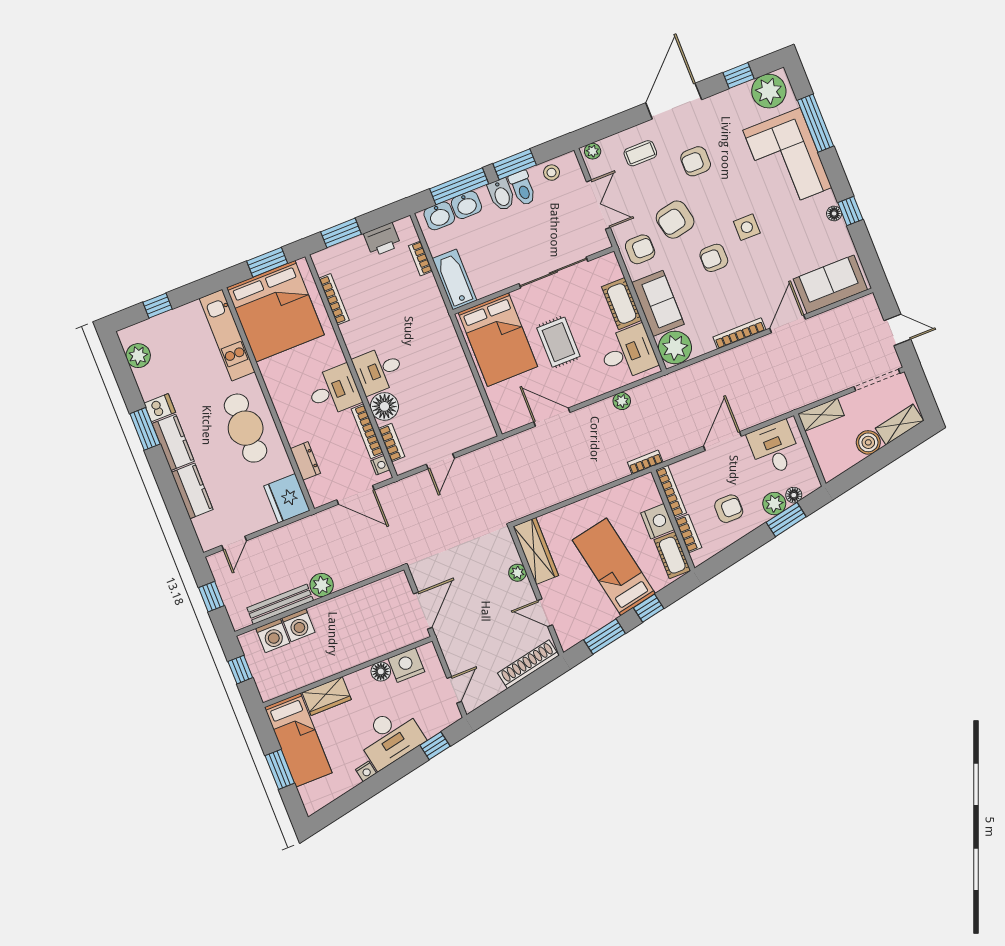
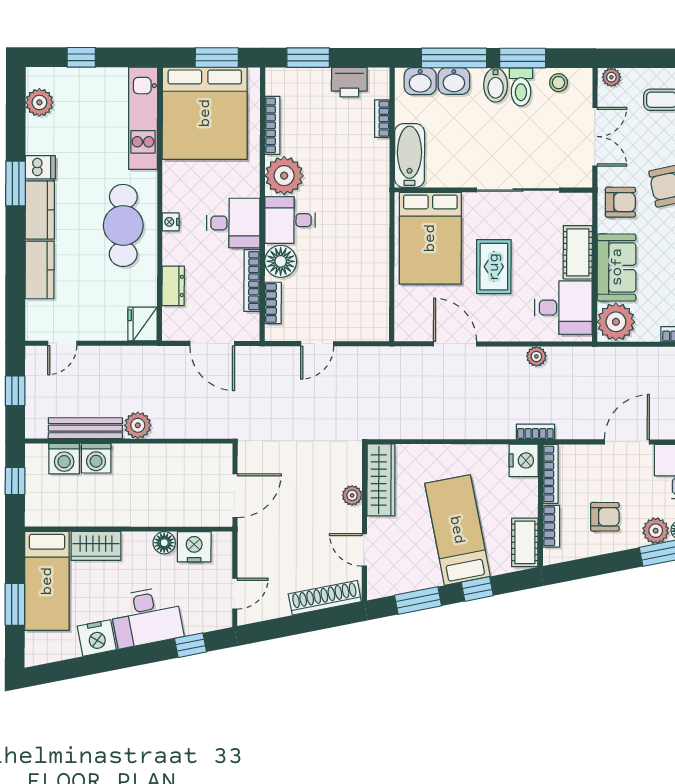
plant: (360, 336) -> (284, 176), added
nightstand: (380, 465) -> (171, 222), moved, turned 180
fridge: (287, 498) -> (142, 324), width x0.73, depth x0.75
nightstand: (658, 521) -> (524, 460), moved
nightstand: (366, 771) -> (97, 638), width x1.89, depth x1.79

